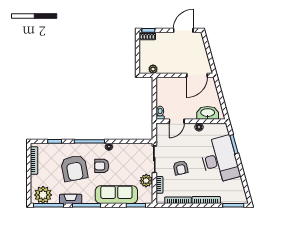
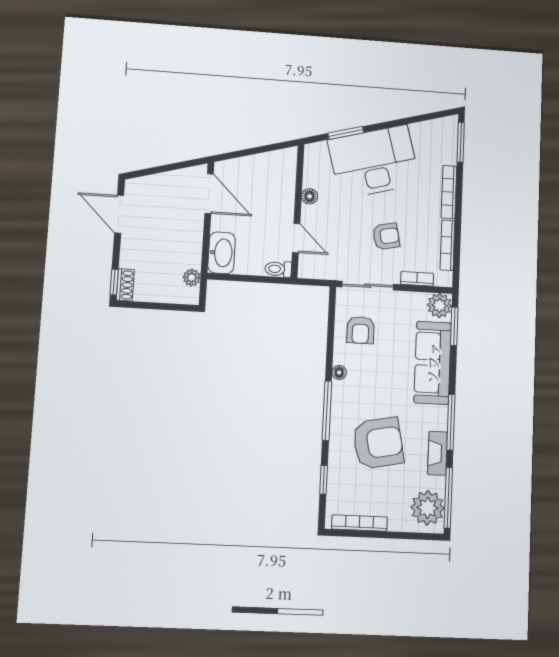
washbasin: (208, 113) -> (222, 253), moved, turned 180
armchair: (102, 166) -> (361, 330), moved
plant: (146, 181) -> (439, 305), moved

